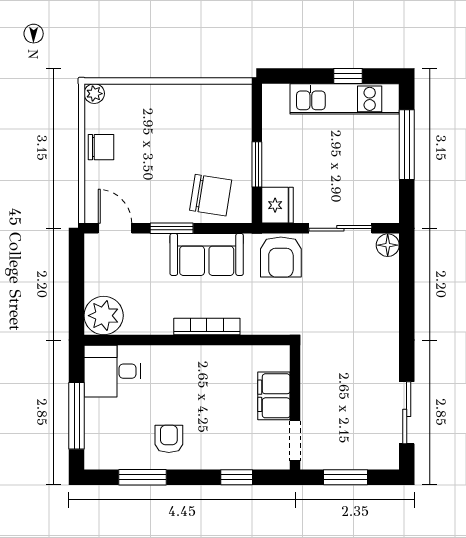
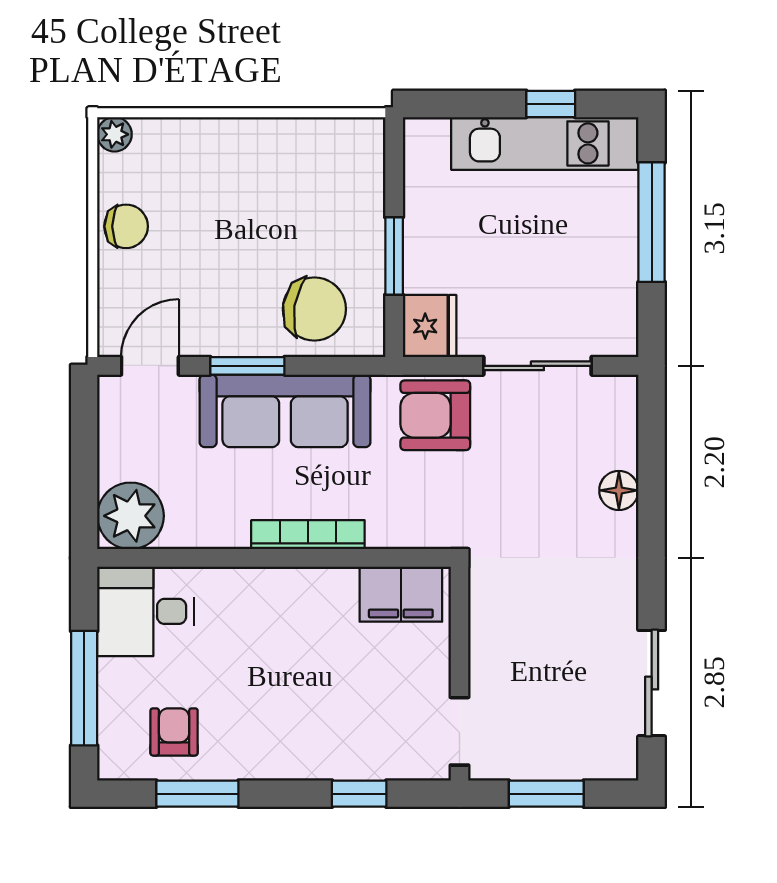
door: (115, 228) -> (150, 366), hinge flipped
floor lamp: (388, 245) -> (619, 490), moved
sofa: (207, 254) -> (285, 411), width x1.36
armchair: (281, 257) -> (435, 415), turned 90
filing cabinet: (274, 396) -> (401, 594), moved, turned -90
armchair: (169, 439) -> (174, 732), moved

